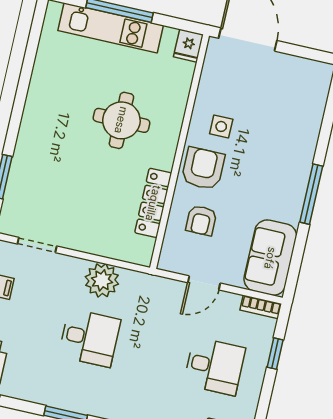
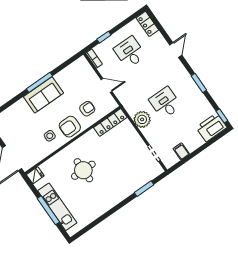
locker: (153, 203) -> (110, 122), moved
sofa: (270, 258) -> (43, 95), moved

